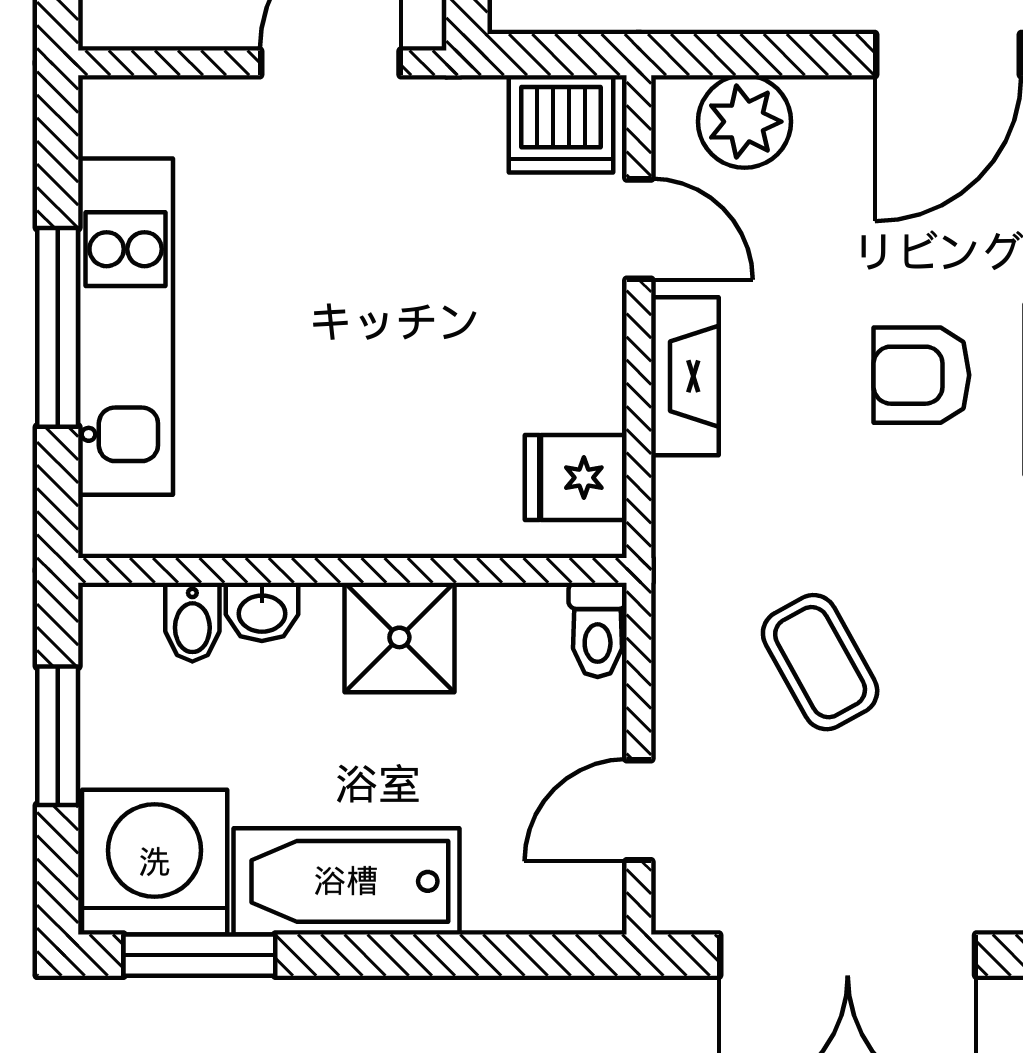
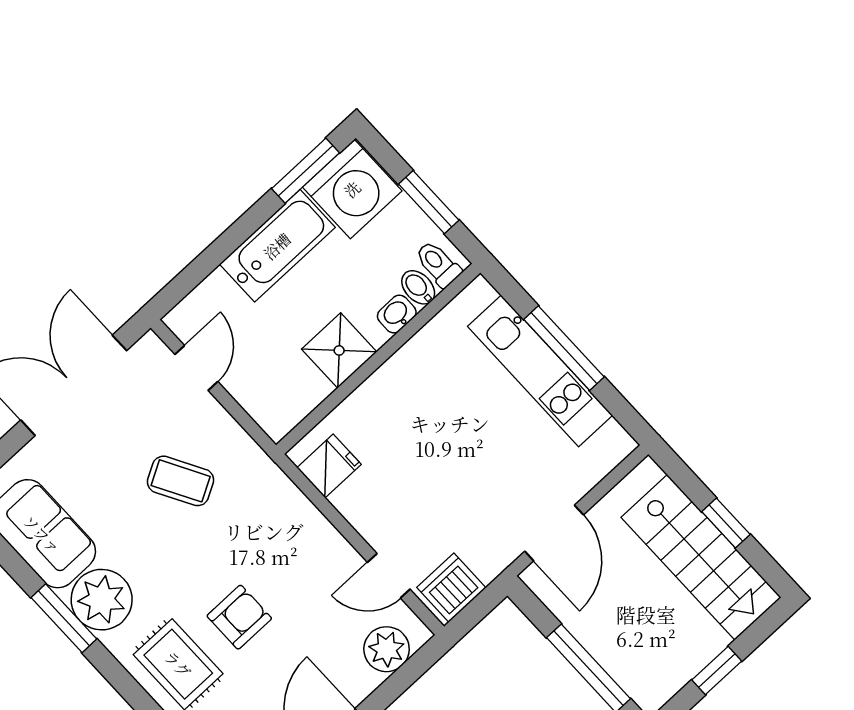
fireplace: (685, 376) -> (324, 538), removed
toilet: (598, 630) -> (438, 264), moved

